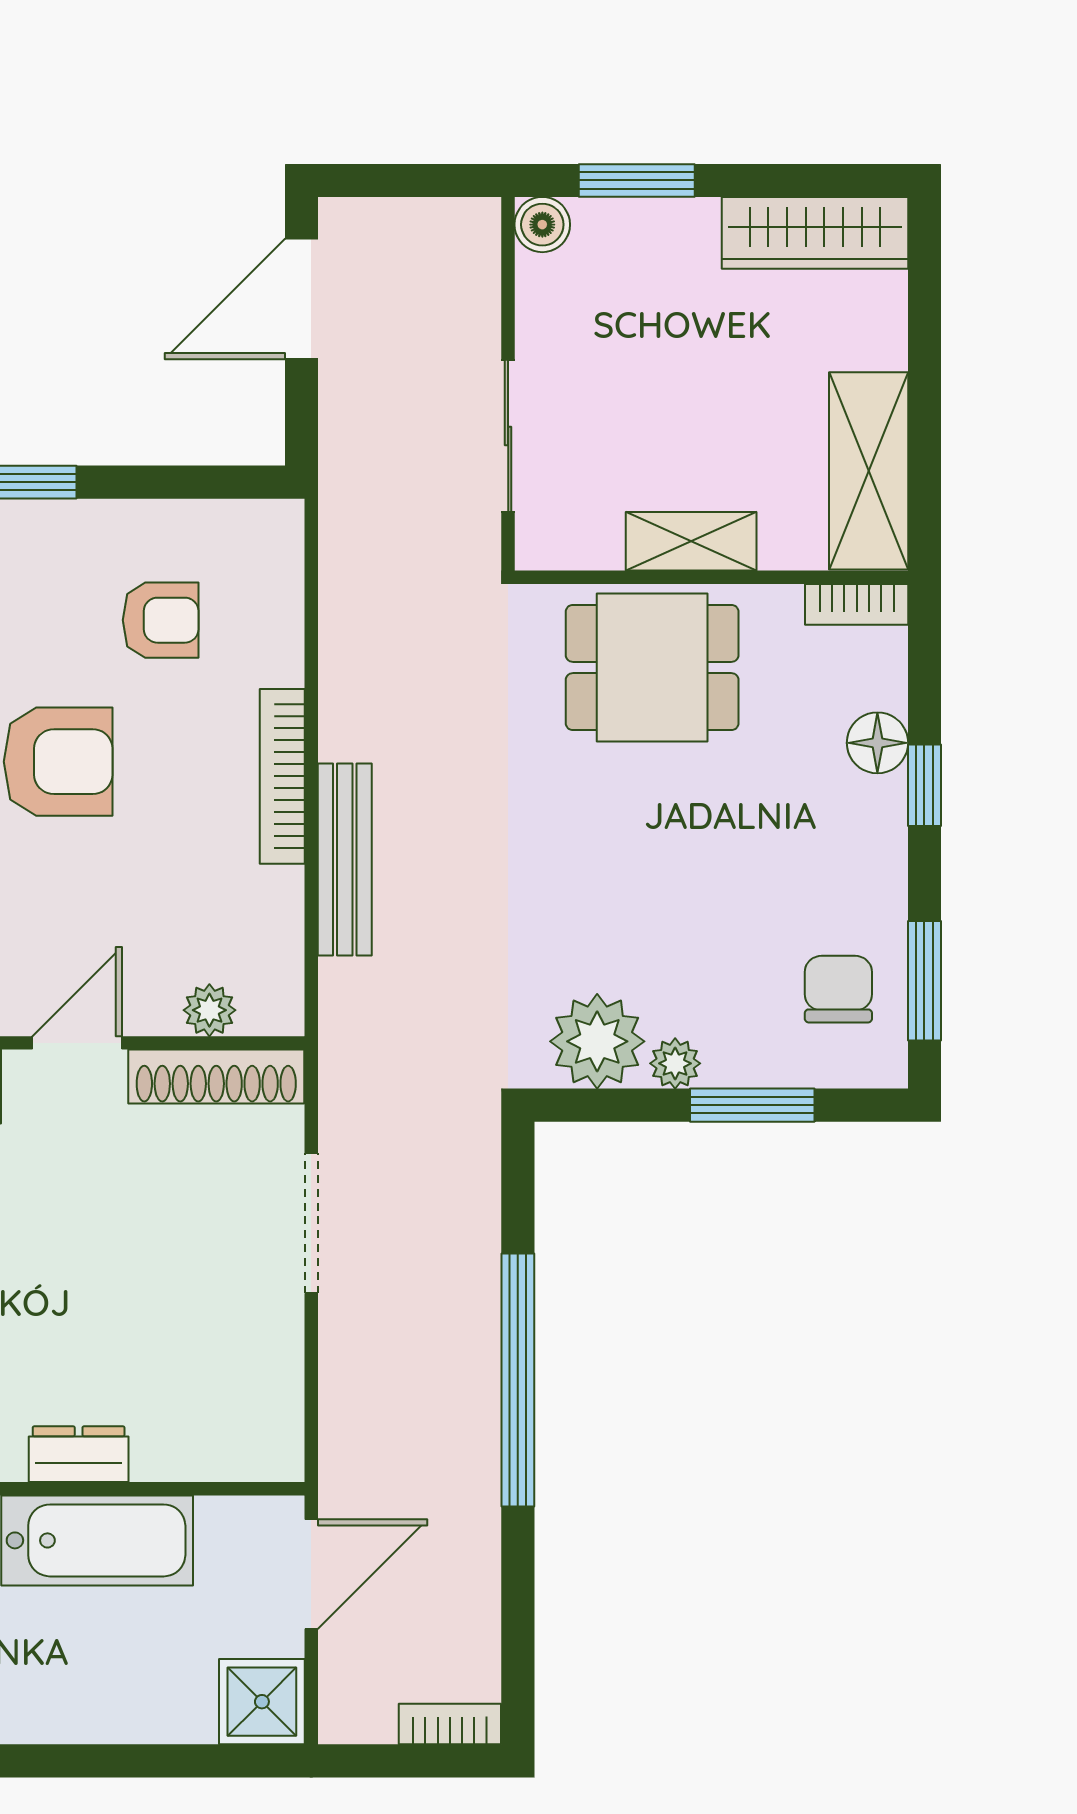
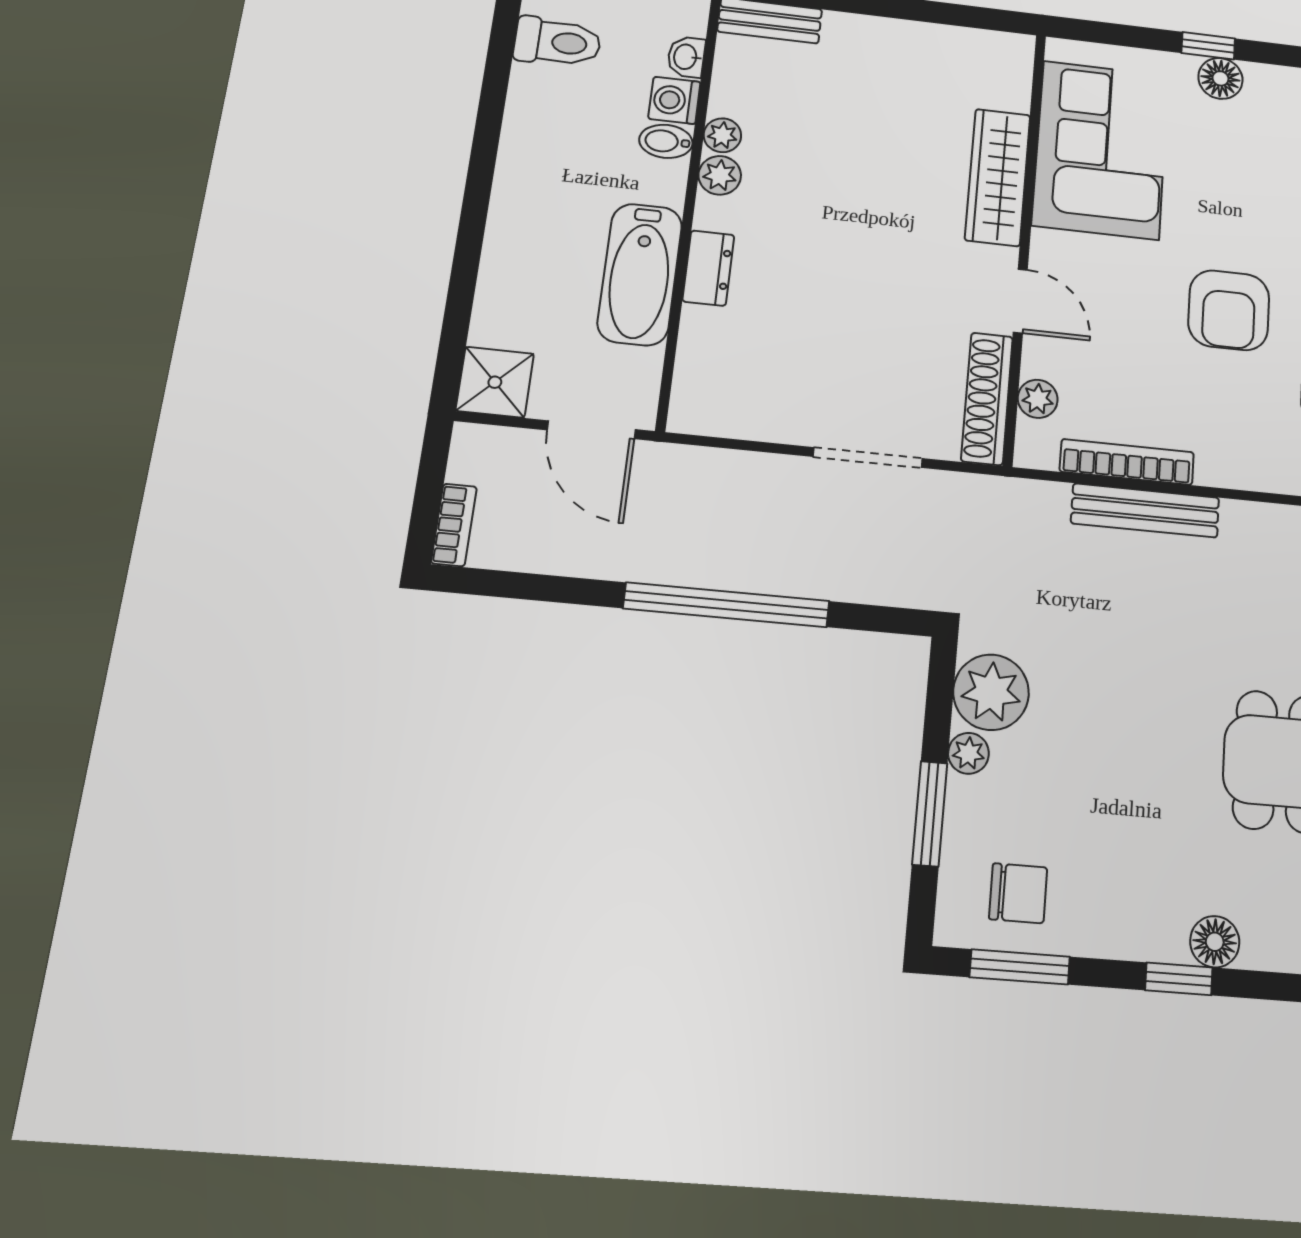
bookcase: (282, 776) -> (1127, 462), moved

